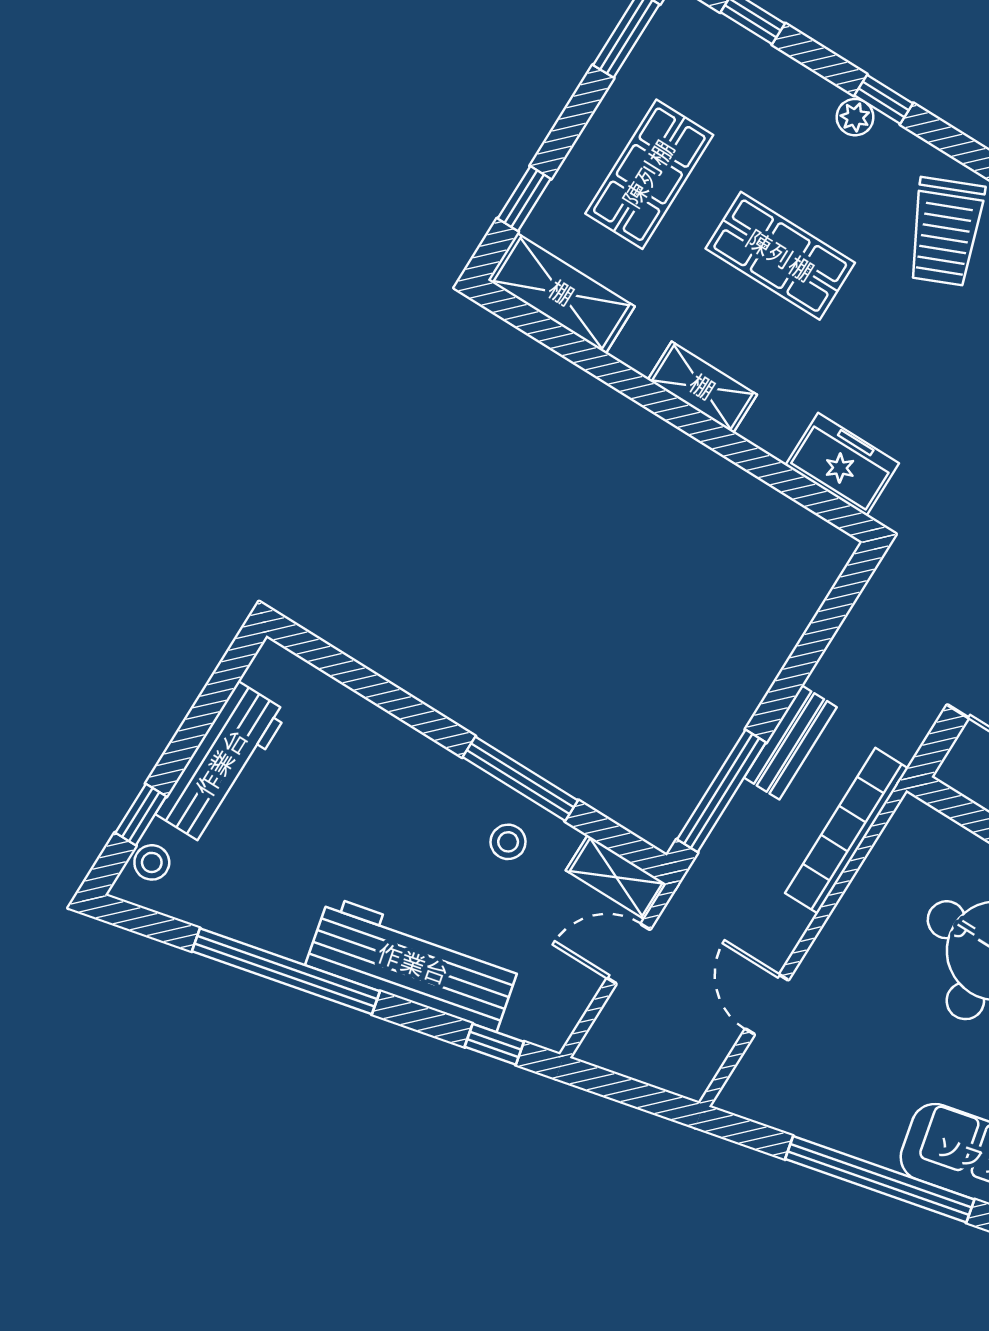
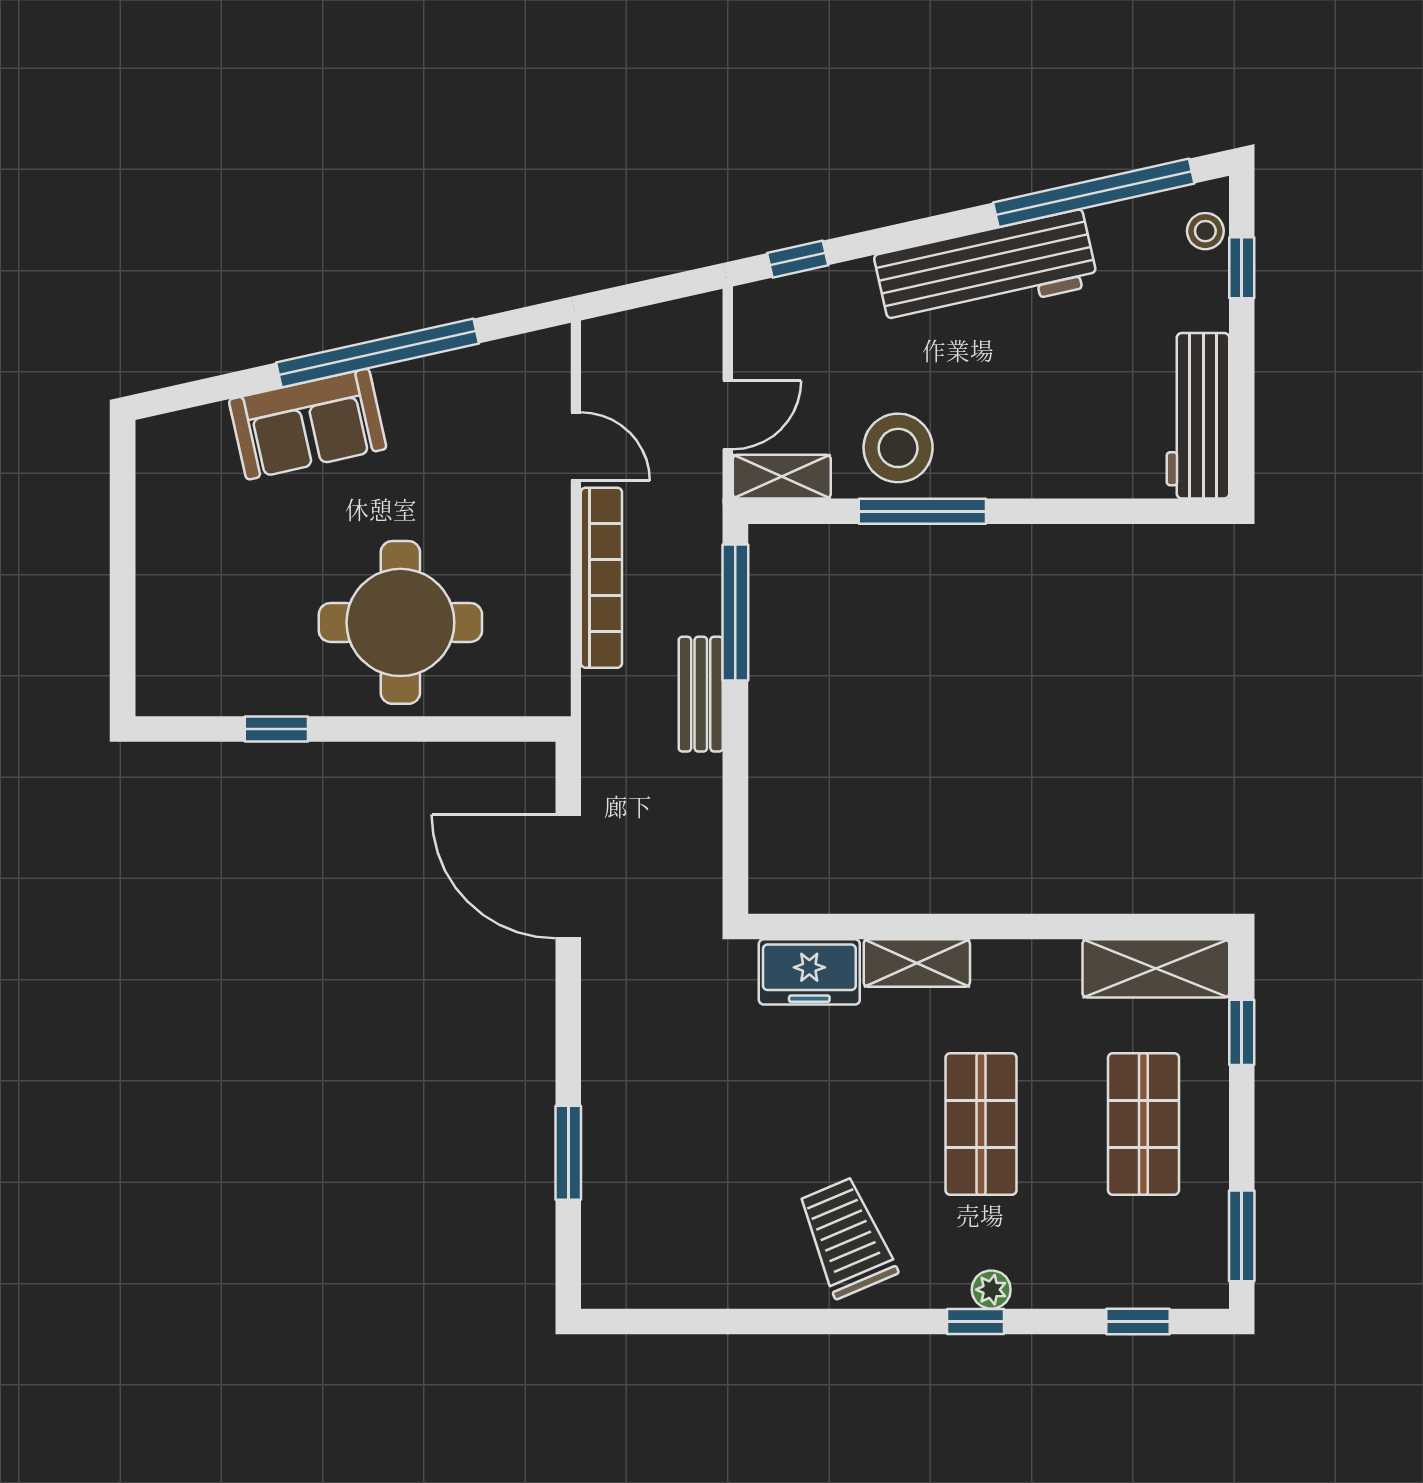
shop shelf: (780, 256) -> (981, 1124), turned 90
shelving: (702, 387) -> (917, 963), moved
workbench: (222, 763) -> (1198, 416), moved
bookcase: (847, 831) -> (601, 578), moved
stool: (508, 842) -> (898, 448), width x1.89, depth x1.89
workbench: (413, 964) -> (986, 270), moved
window: (286, 971) -> (1094, 193), moved

